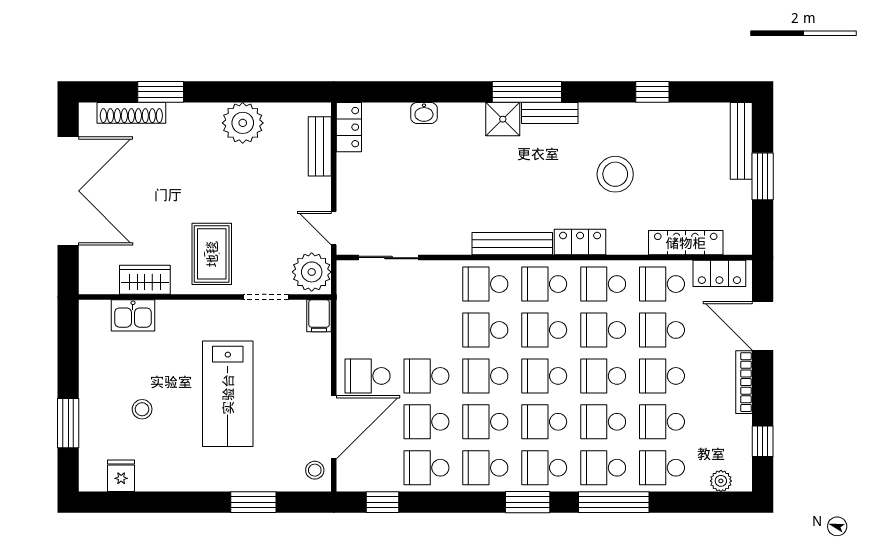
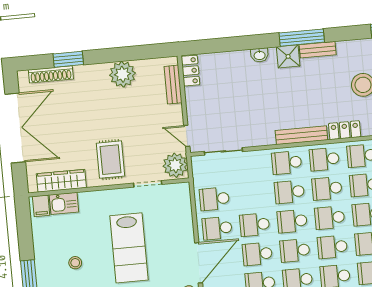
washbasin: (424, 113) -> (260, 55), moved
wardrobe: (145, 280) -> (61, 181), width x1.50
filing cabinet: (319, 316) -> (41, 206), moved
school desk: (368, 330) -> (214, 199), added

